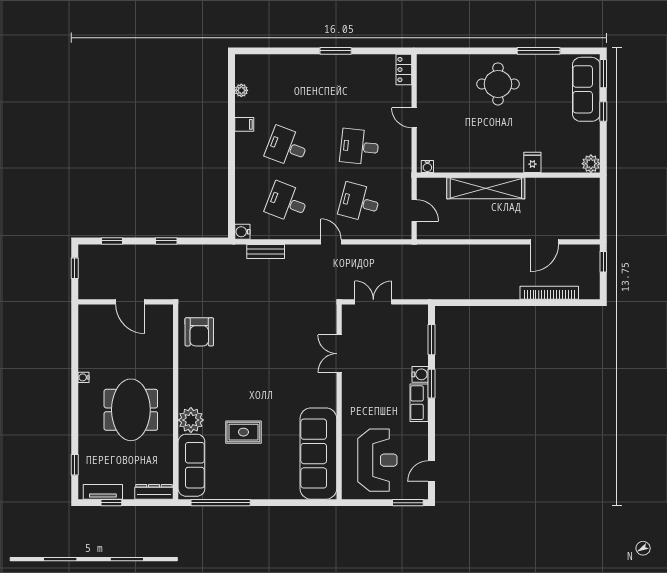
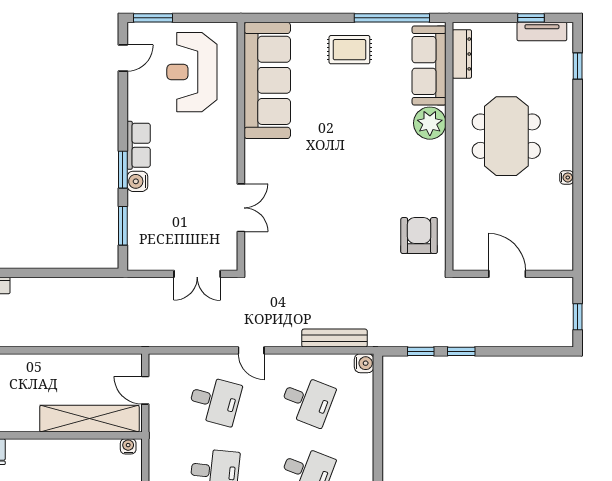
shelving: (486, 188) -> (89, 419), moved
window: (112, 241) -> (421, 351), moved
bench: (266, 251) -> (334, 338), width x1.36
rug: (243, 432) -> (349, 50), moved
dresser: (154, 492) -> (462, 54), moved, turned -90

